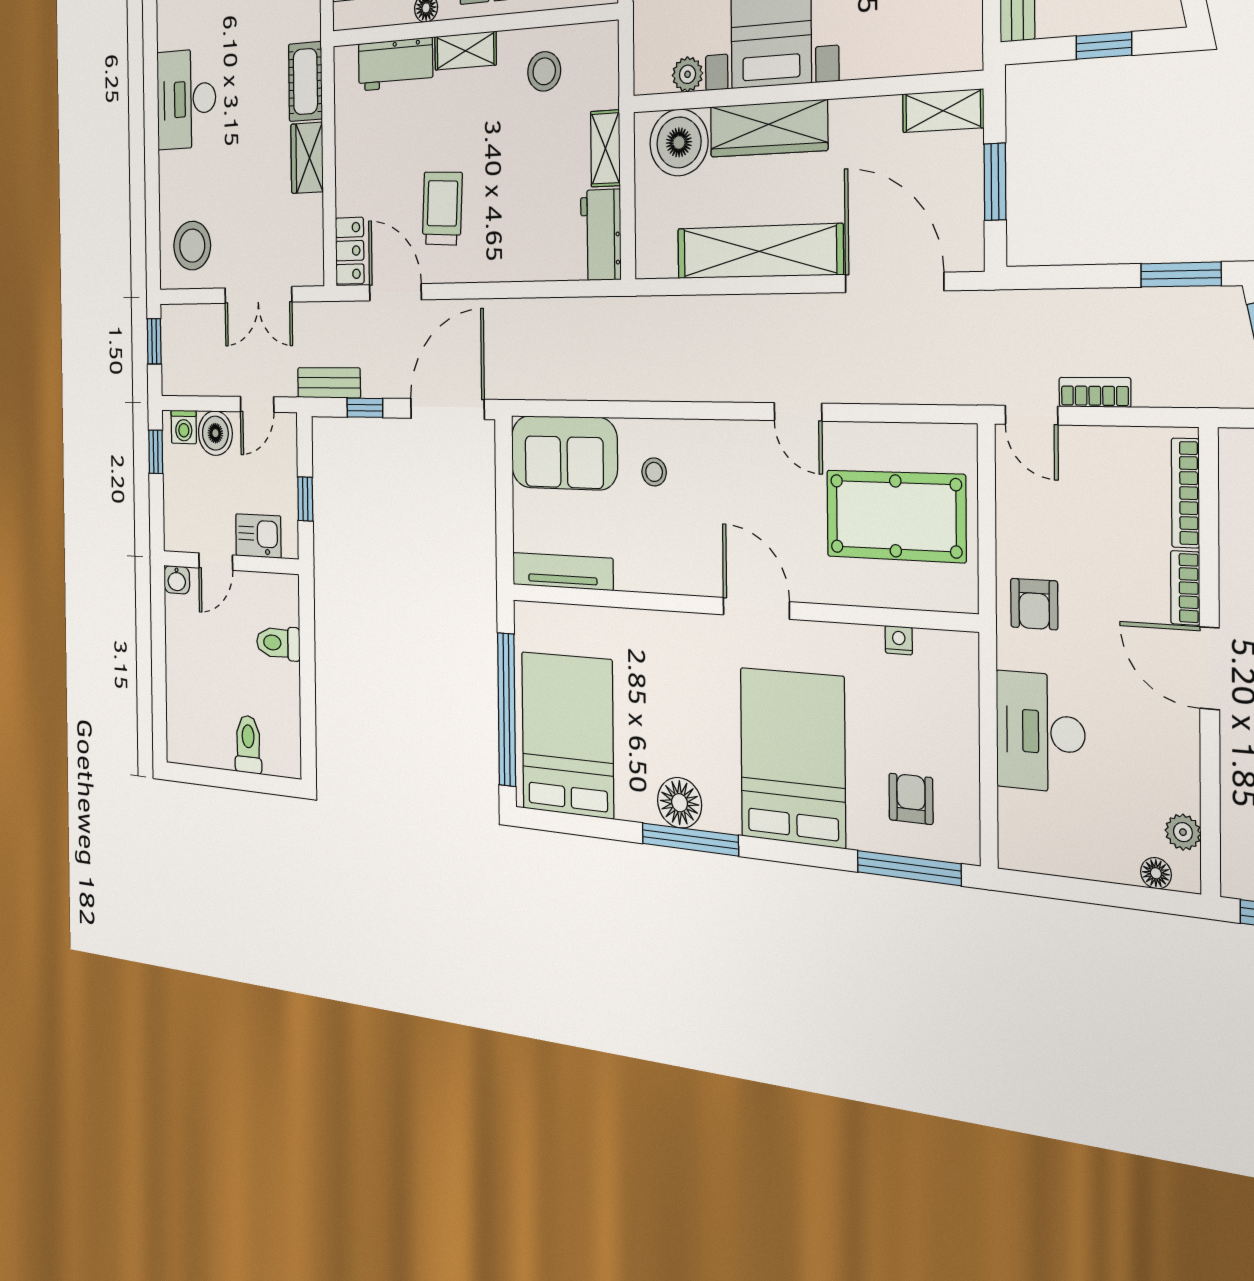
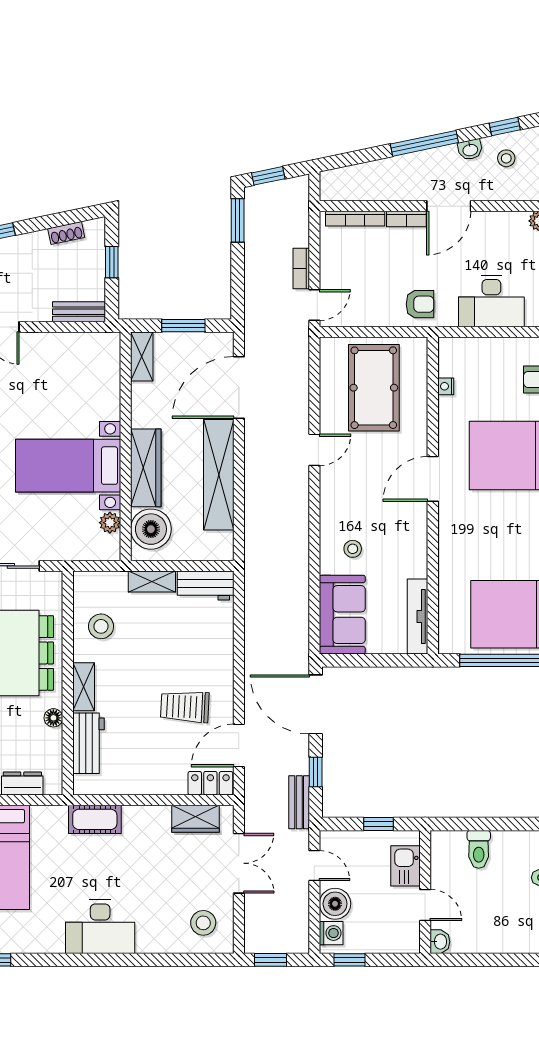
wardrobe: (307, 158) -> (195, 819), moved
stool: (192, 246) -> (203, 923), width x0.73, depth x0.73

